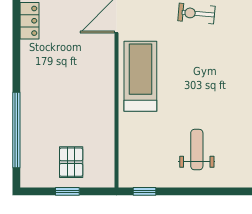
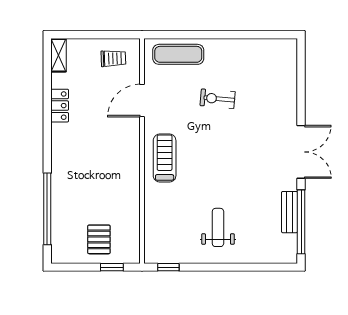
treadmill: (140, 76) -> (165, 158), width x0.73, depth x0.73
window: (67, 191) -> (112, 267), moved

